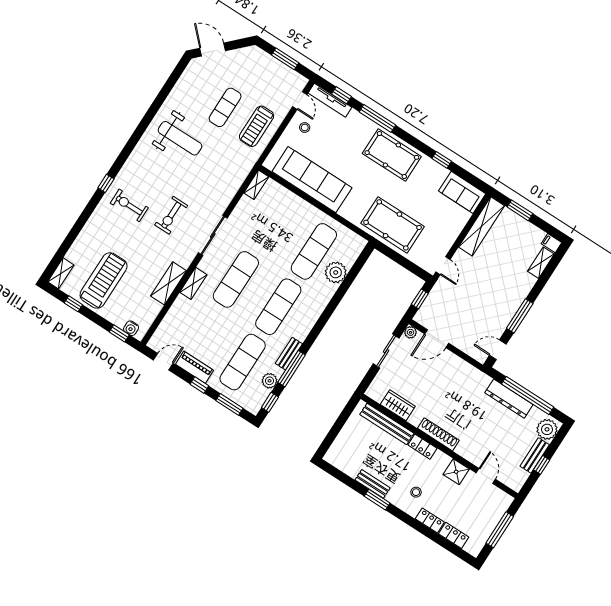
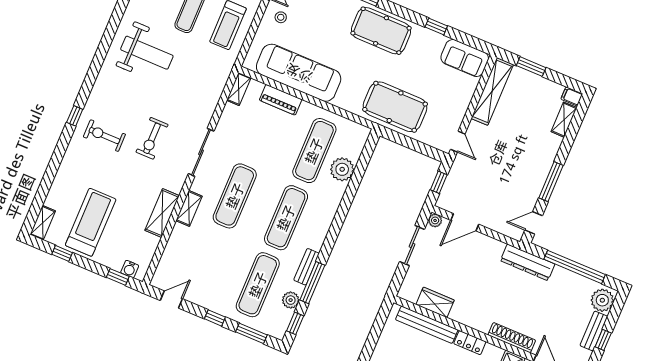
piano: (195, 367) -> (281, 100), moved, turned 180
dresser: (509, 399) -> (528, 262), moved
shoe rack: (438, 434) -> (512, 338), moved

